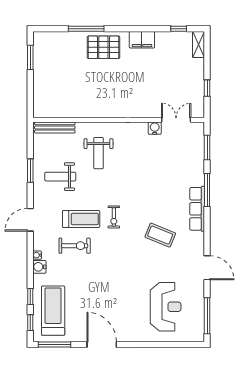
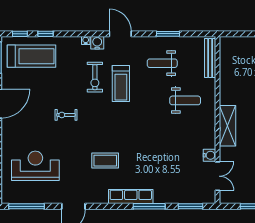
shelving: (125, 110) -> (228, 126), added
weight bench: (98, 153) -> (185, 100), turned 180
weight bench: (60, 177) -> (162, 63), turned -90
exercise bike: (114, 217) -> (66, 115), moved
coffee table: (160, 235) -> (105, 161), turned 68
water cooler: (39, 267) -> (97, 43), moved
reception desk: (166, 307) -> (35, 166), turned 180

